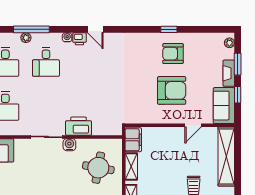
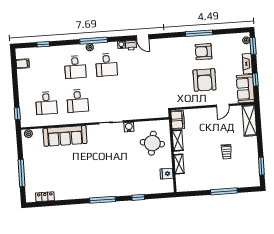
window: (169, 29) -> (199, 33), width x2.17
window: (238, 64) -> (253, 46), moved
armchair: (172, 90) -> (204, 80), turned 90
printer: (79, 126) -> (135, 112), removed
shelving: (226, 156) -> (249, 120), width x0.68

